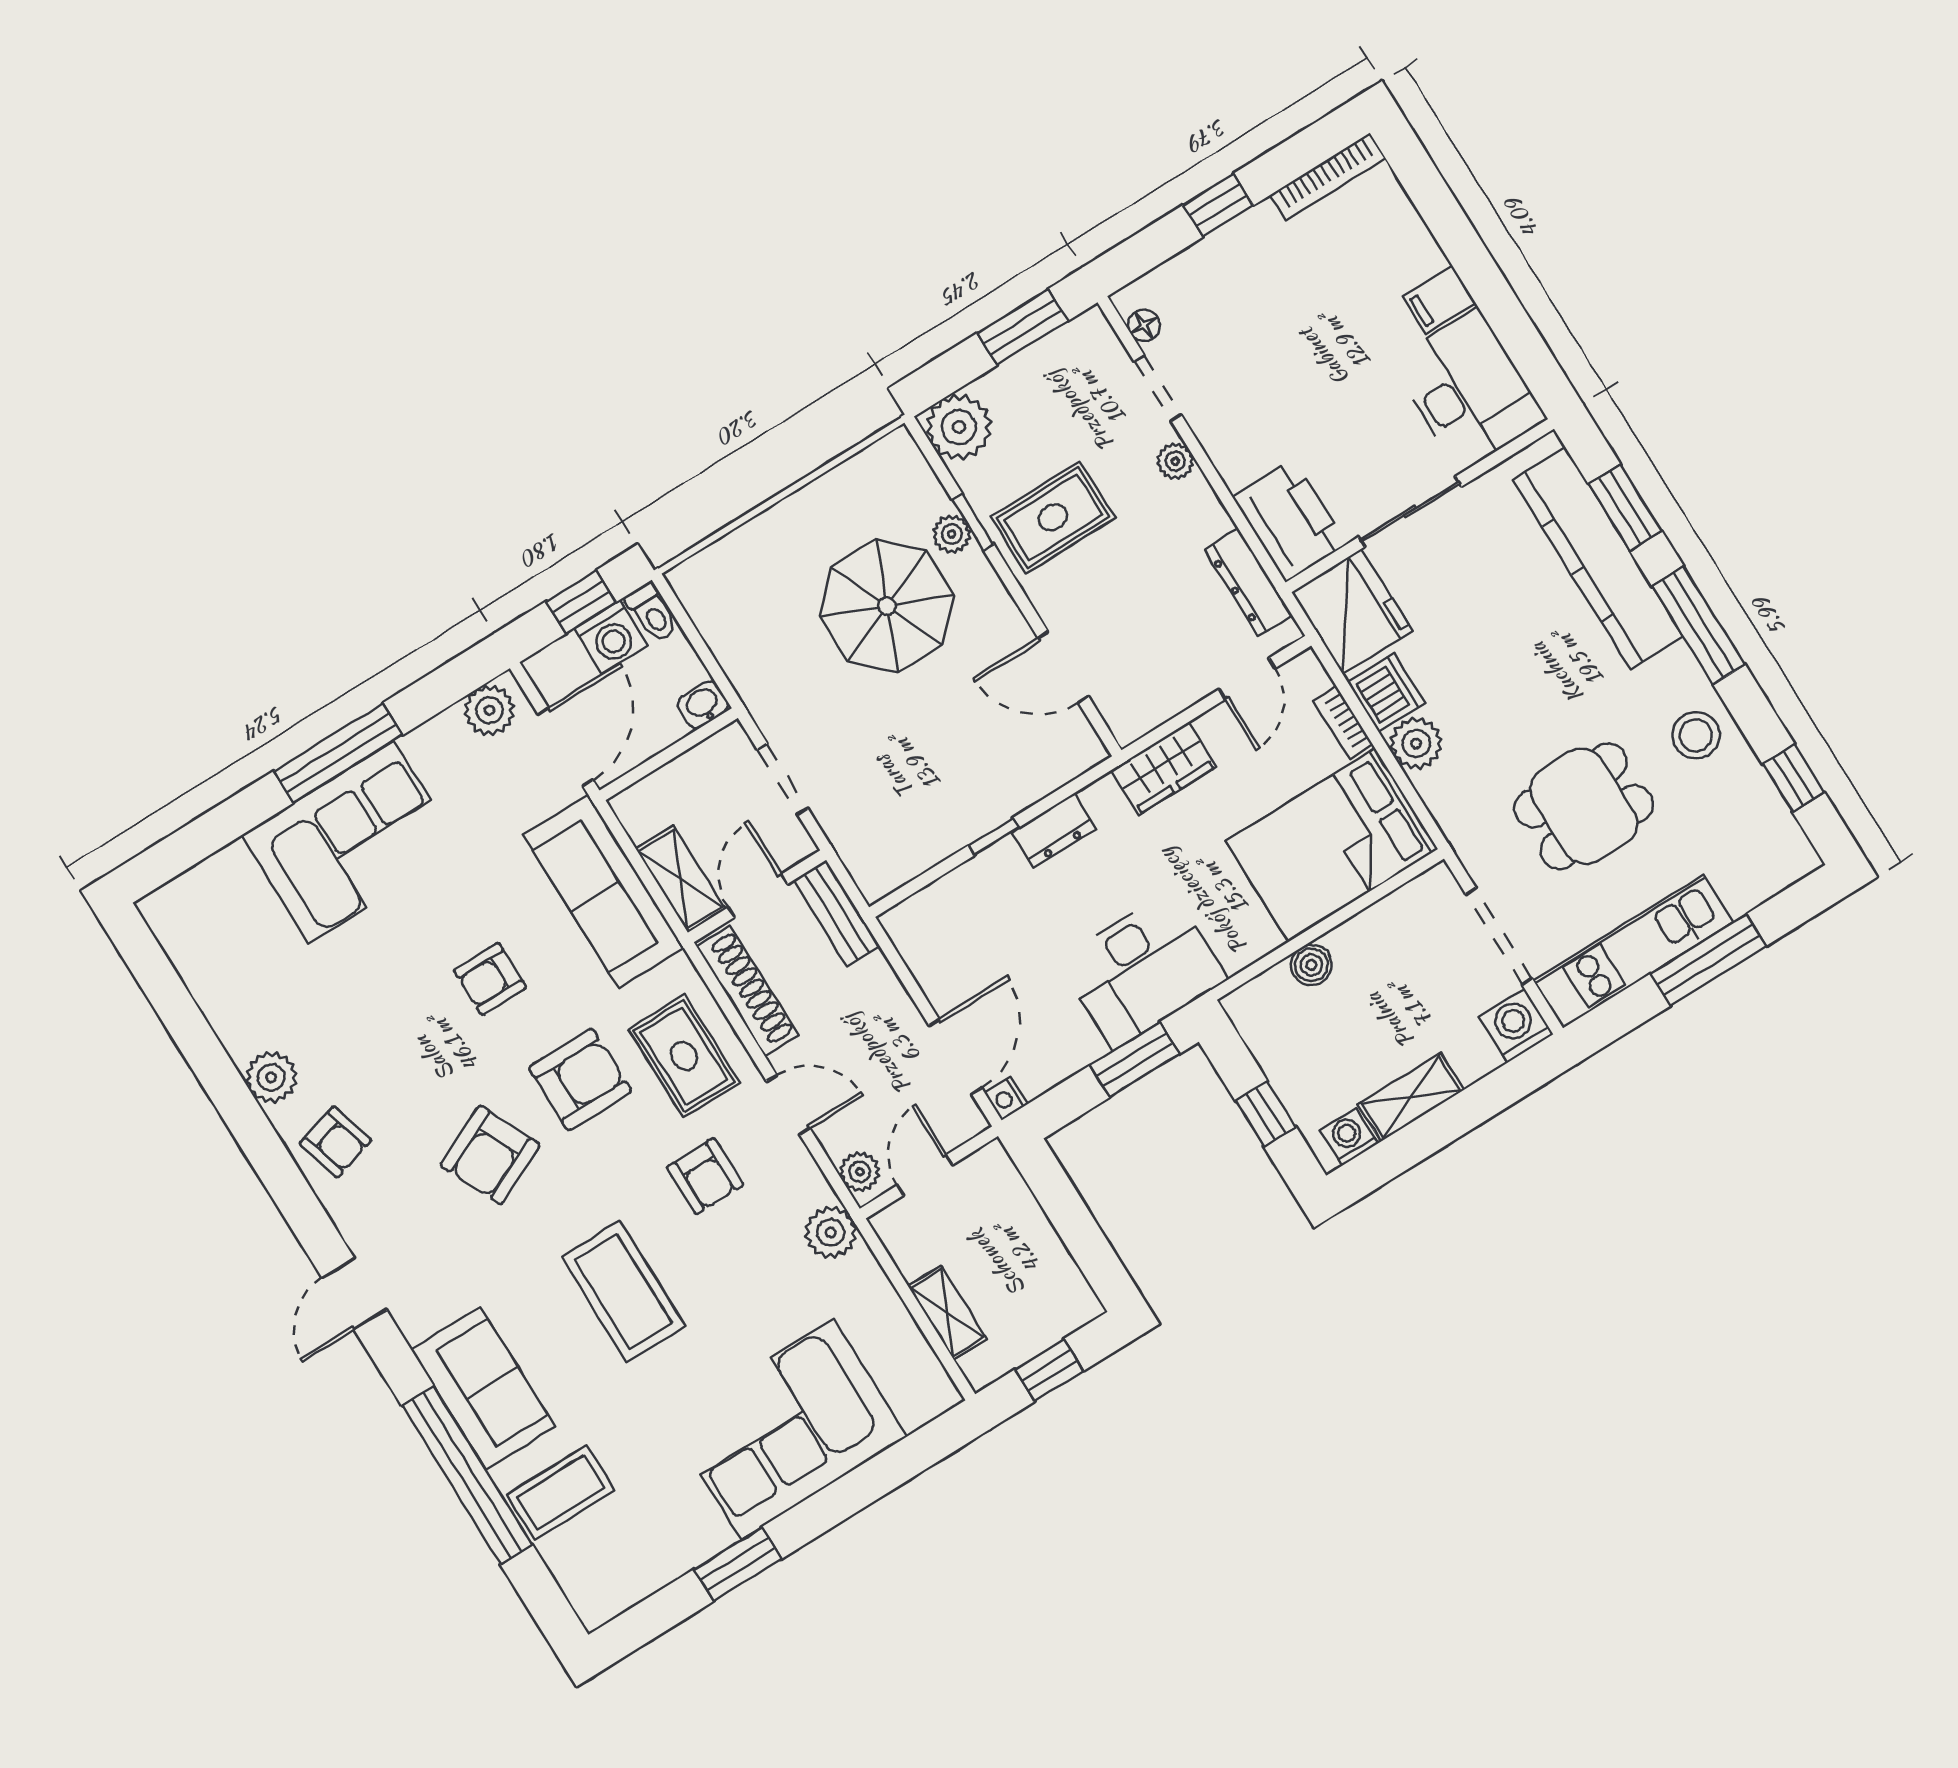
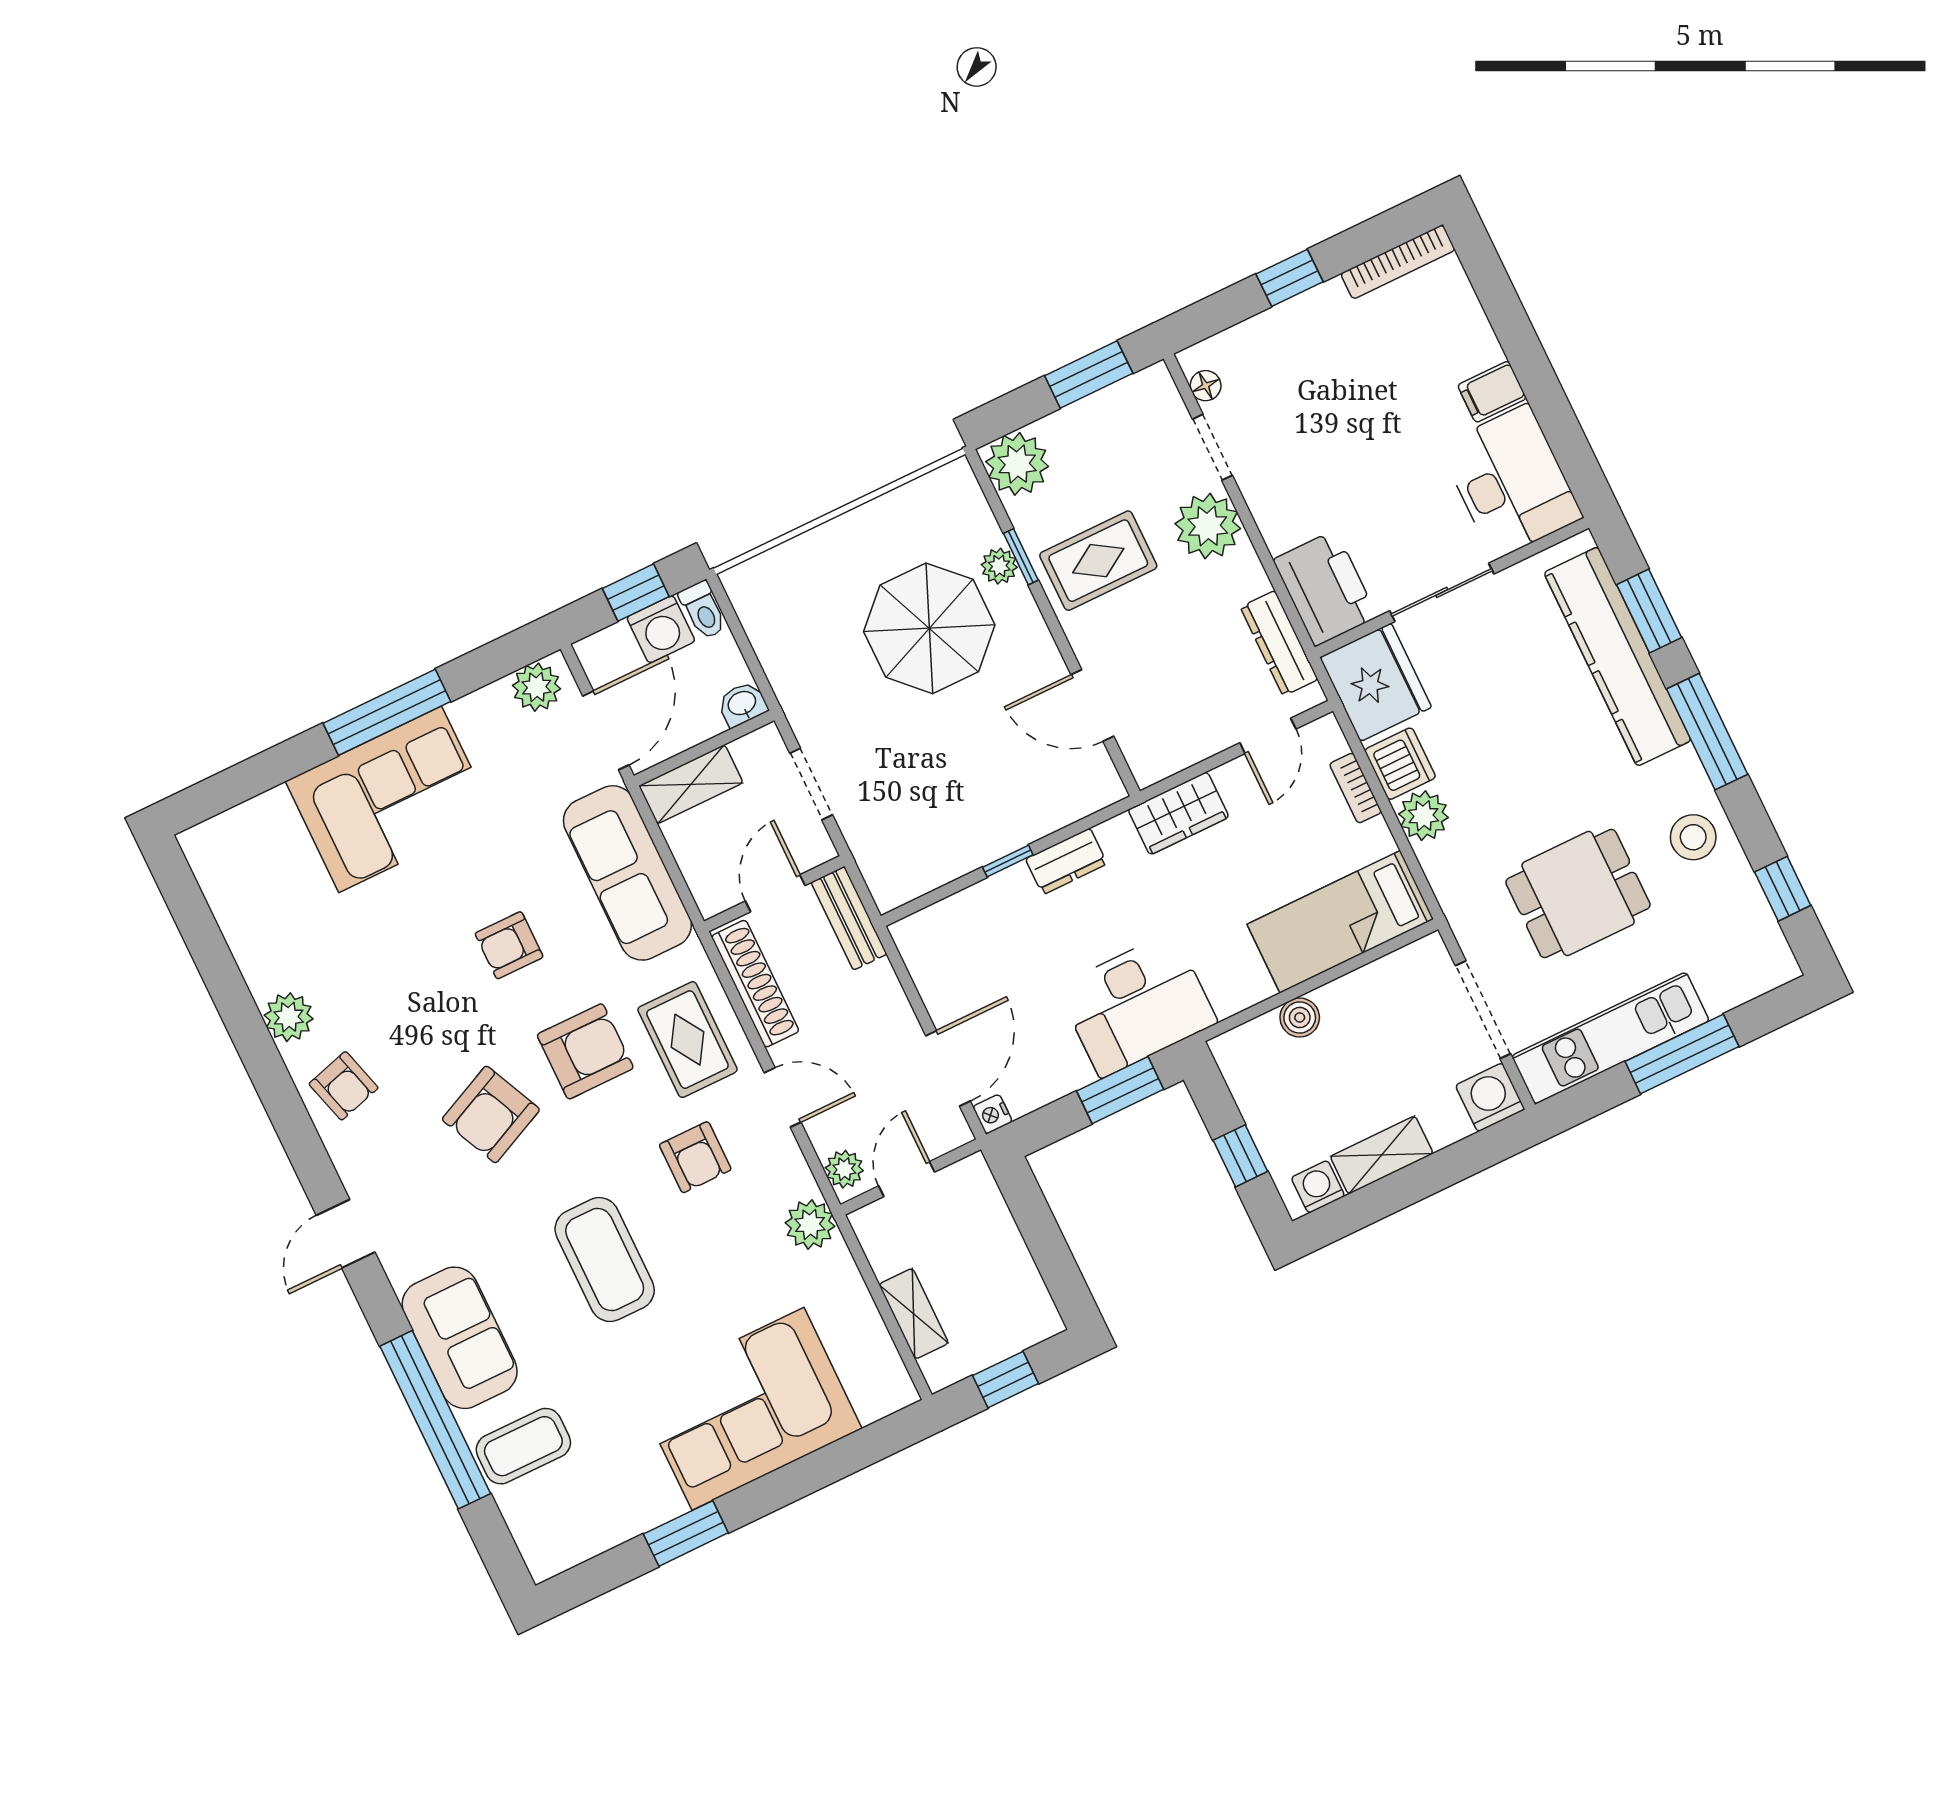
plant: (1175, 461) -> (1208, 526), width x1.88, depth x1.88
bed: (1332, 845) -> (1340, 922), width x0.67
shelving: (681, 879) -> (691, 784), moved, turned 90

